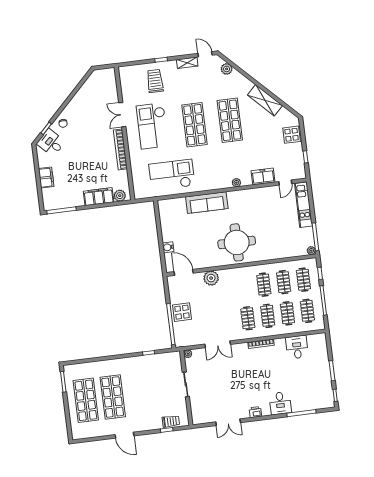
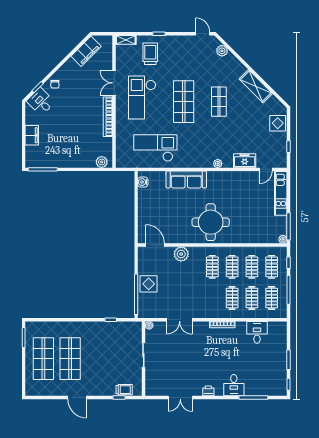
shelving: (187, 63) -> (126, 40), moved
shop shelf: (230, 120) -> (219, 102), width x0.70, depth x0.74
filing cabinet: (99, 197) -> (86, 51), moved, turned 135
water cooler: (168, 247) -> (143, 182), moved
clothes rail: (248, 318) -> (212, 267), moved

